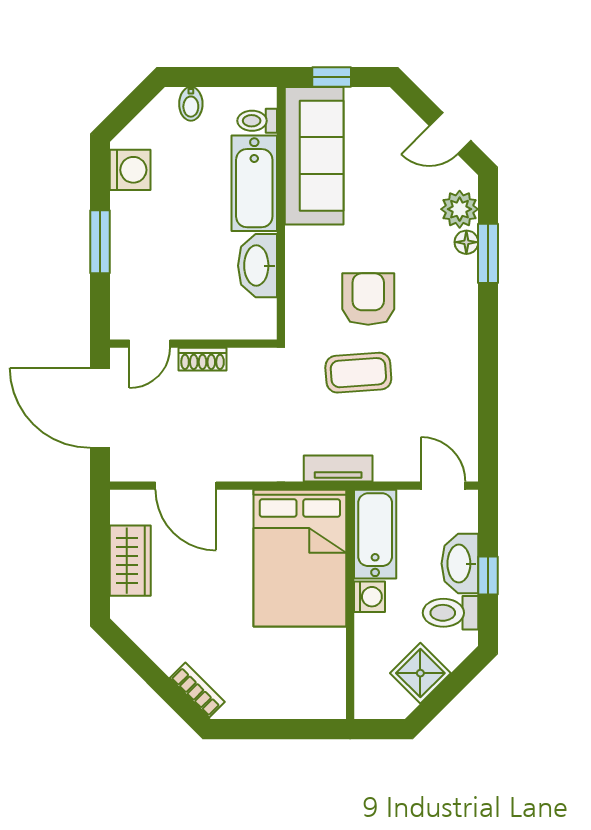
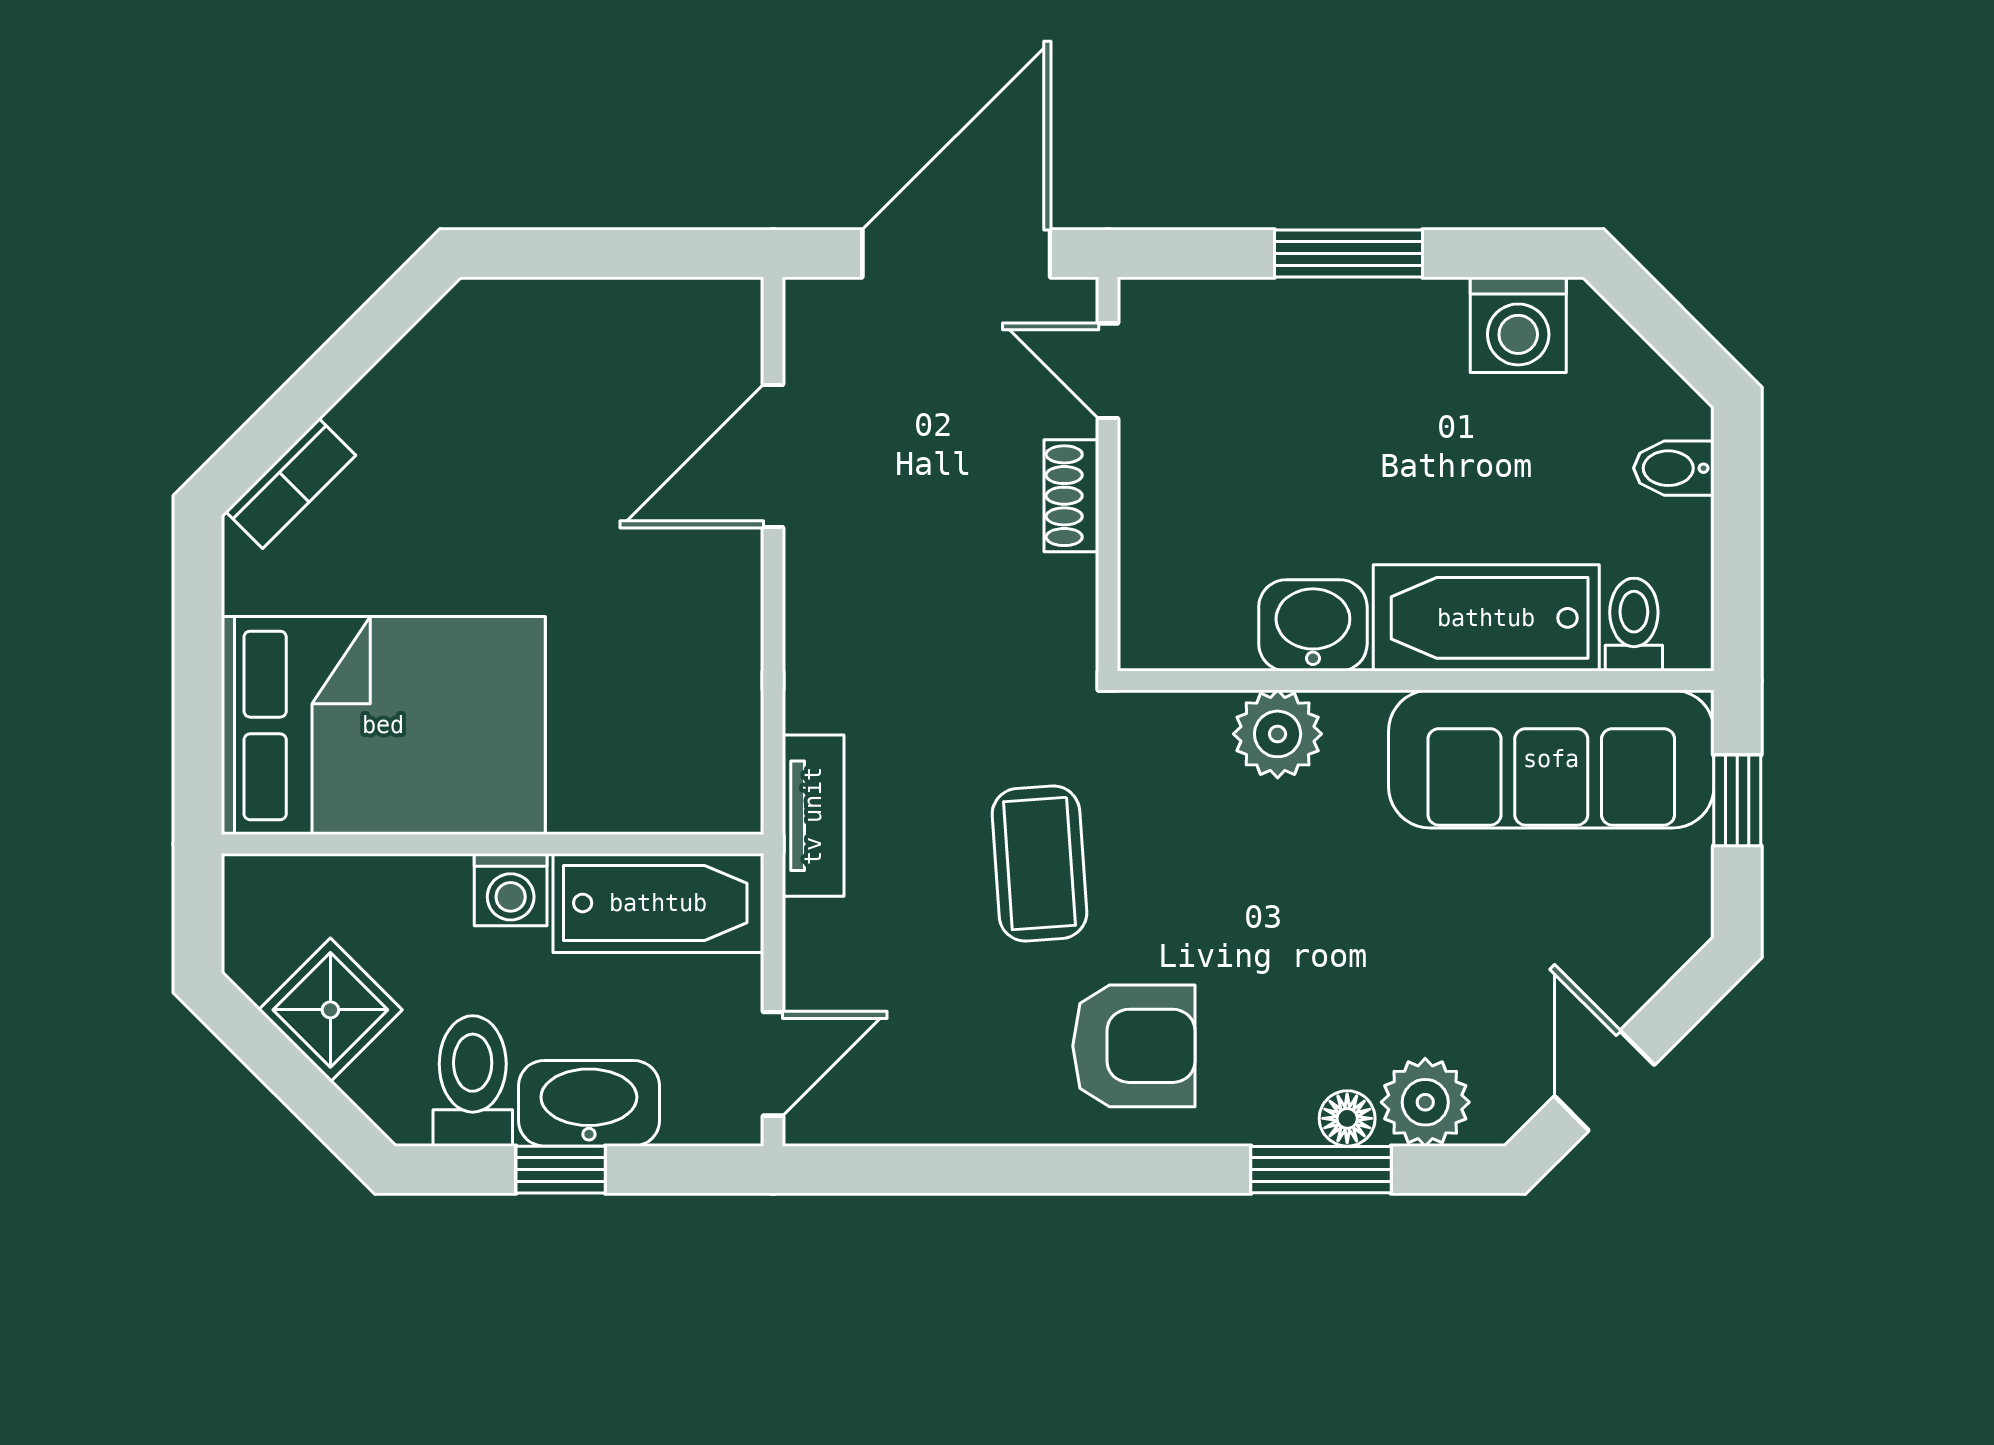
washbasin: (257, 266) -> (1313, 625), width x0.72
plant: (303, 272) -> (1278, 734), added
armchair: (368, 299) -> (1134, 1046), moved
bed: (300, 558) -> (383, 725), moved, turned 180
wardrobe: (130, 561) -> (596, 325), removed

